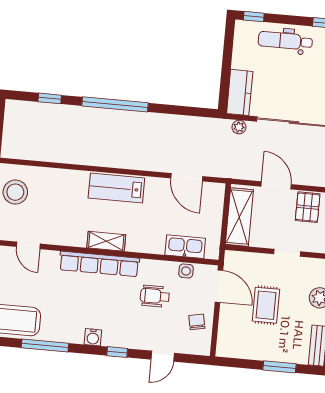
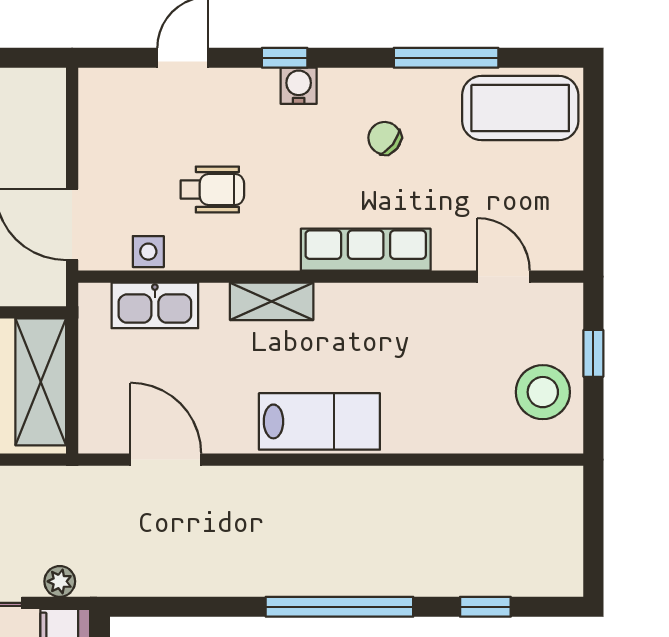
shelving: (106, 241) -> (272, 301), moved
row of seats: (99, 264) -> (366, 250), width x0.73
chair: (197, 322) -> (385, 138), moved, turned 139
water cooler: (93, 337) -> (299, 86), moved

